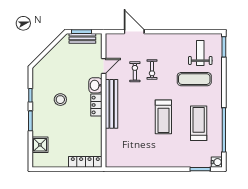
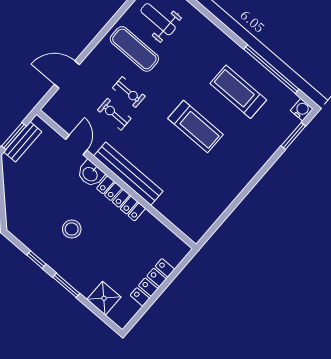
exercise mat: (194, 79) -> (134, 49), moved, turned 90
locker: (96, 105) -> (121, 198), width x1.53
locker: (85, 162) -> (152, 282), moved

